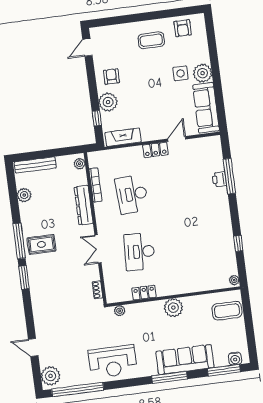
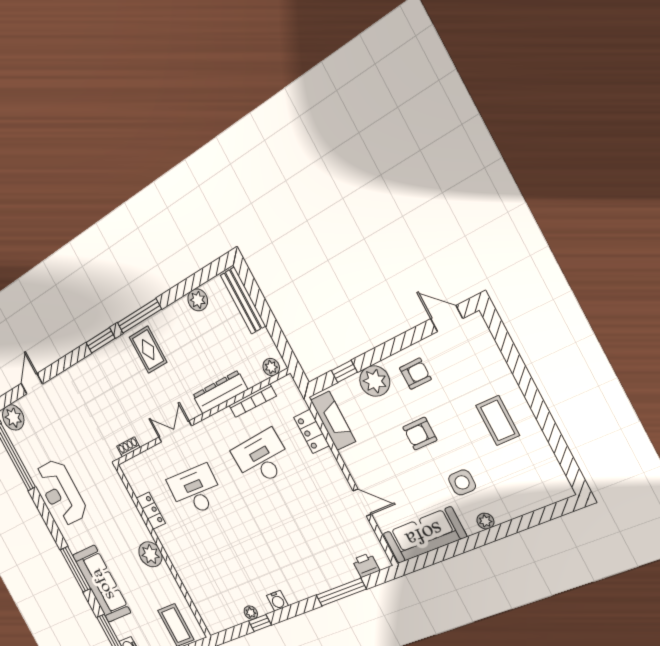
armchair: (183, 28) -> (420, 434), moved
plant: (203, 73) -> (485, 521), width x0.53, depth x0.53
locker: (155, 150) -> (311, 431), moved
printer: (219, 179) -> (366, 565), moved
water cooler: (226, 224) -> (277, 601), added
plant: (234, 280) -> (251, 613), moved
plant: (120, 311) -> (118, 484), removed

